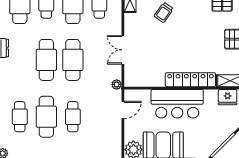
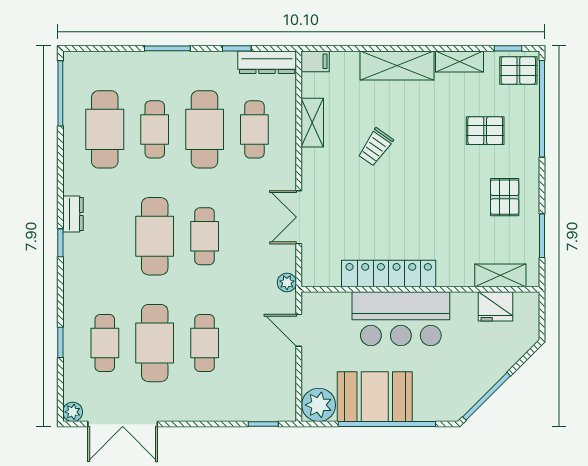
cafe table: (73, 60) -> (205, 236), width x0.73, depth x0.74
locker: (190, 80) -> (389, 274), moved
door: (123, 110) -> (299, 330), swing flipped

